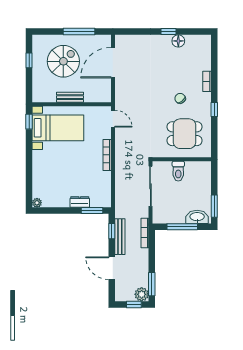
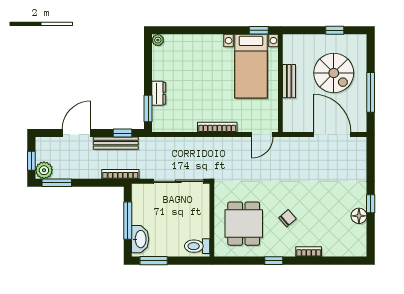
toilet: (178, 171) -> (197, 246), moved

